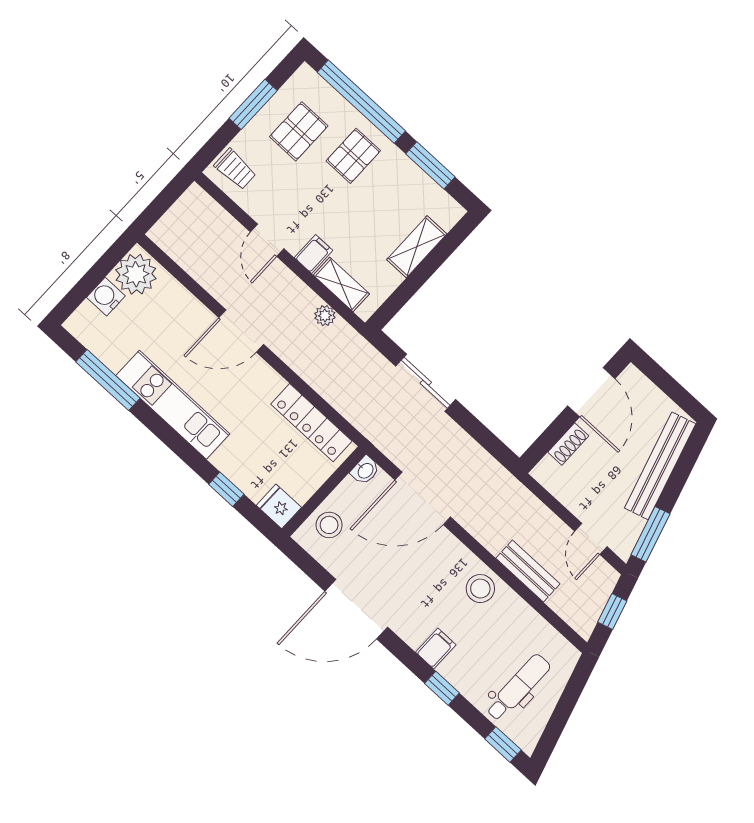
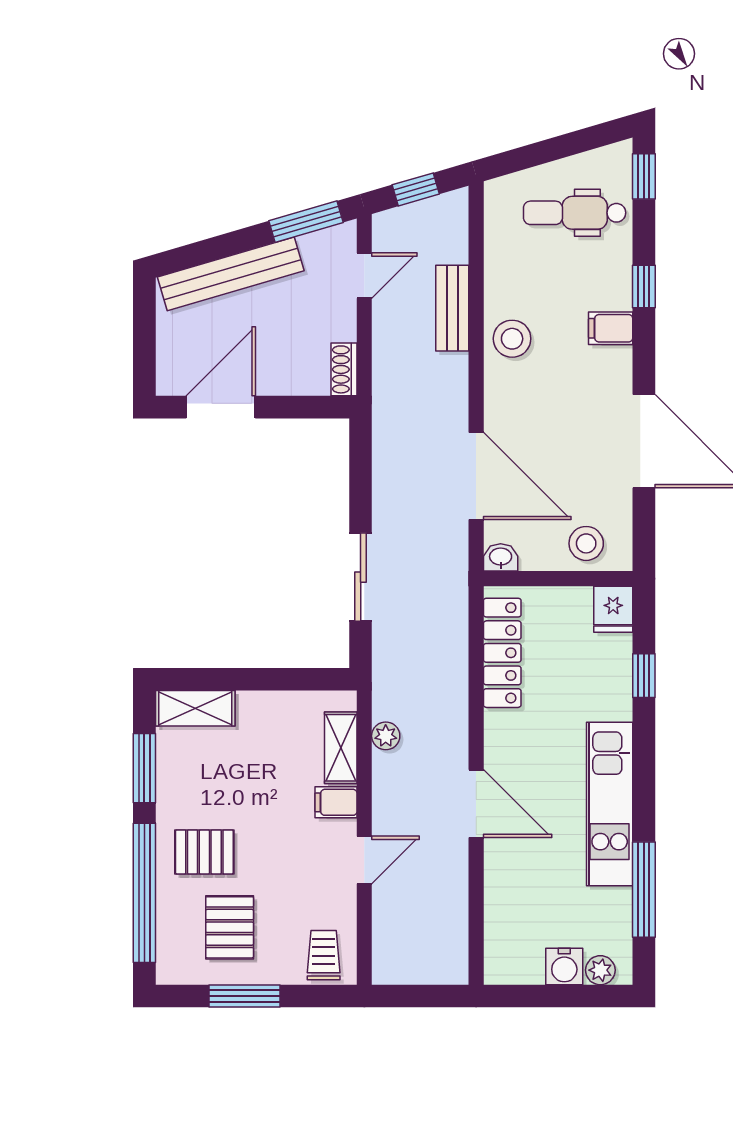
pallet: (299, 131) -> (230, 927), turned 90
shelving: (417, 247) -> (195, 708), moved
plant: (136, 274) -> (600, 970), moved, width x0.53, depth x0.53
shoe rack: (568, 444) -> (344, 369), moved, turned -90

